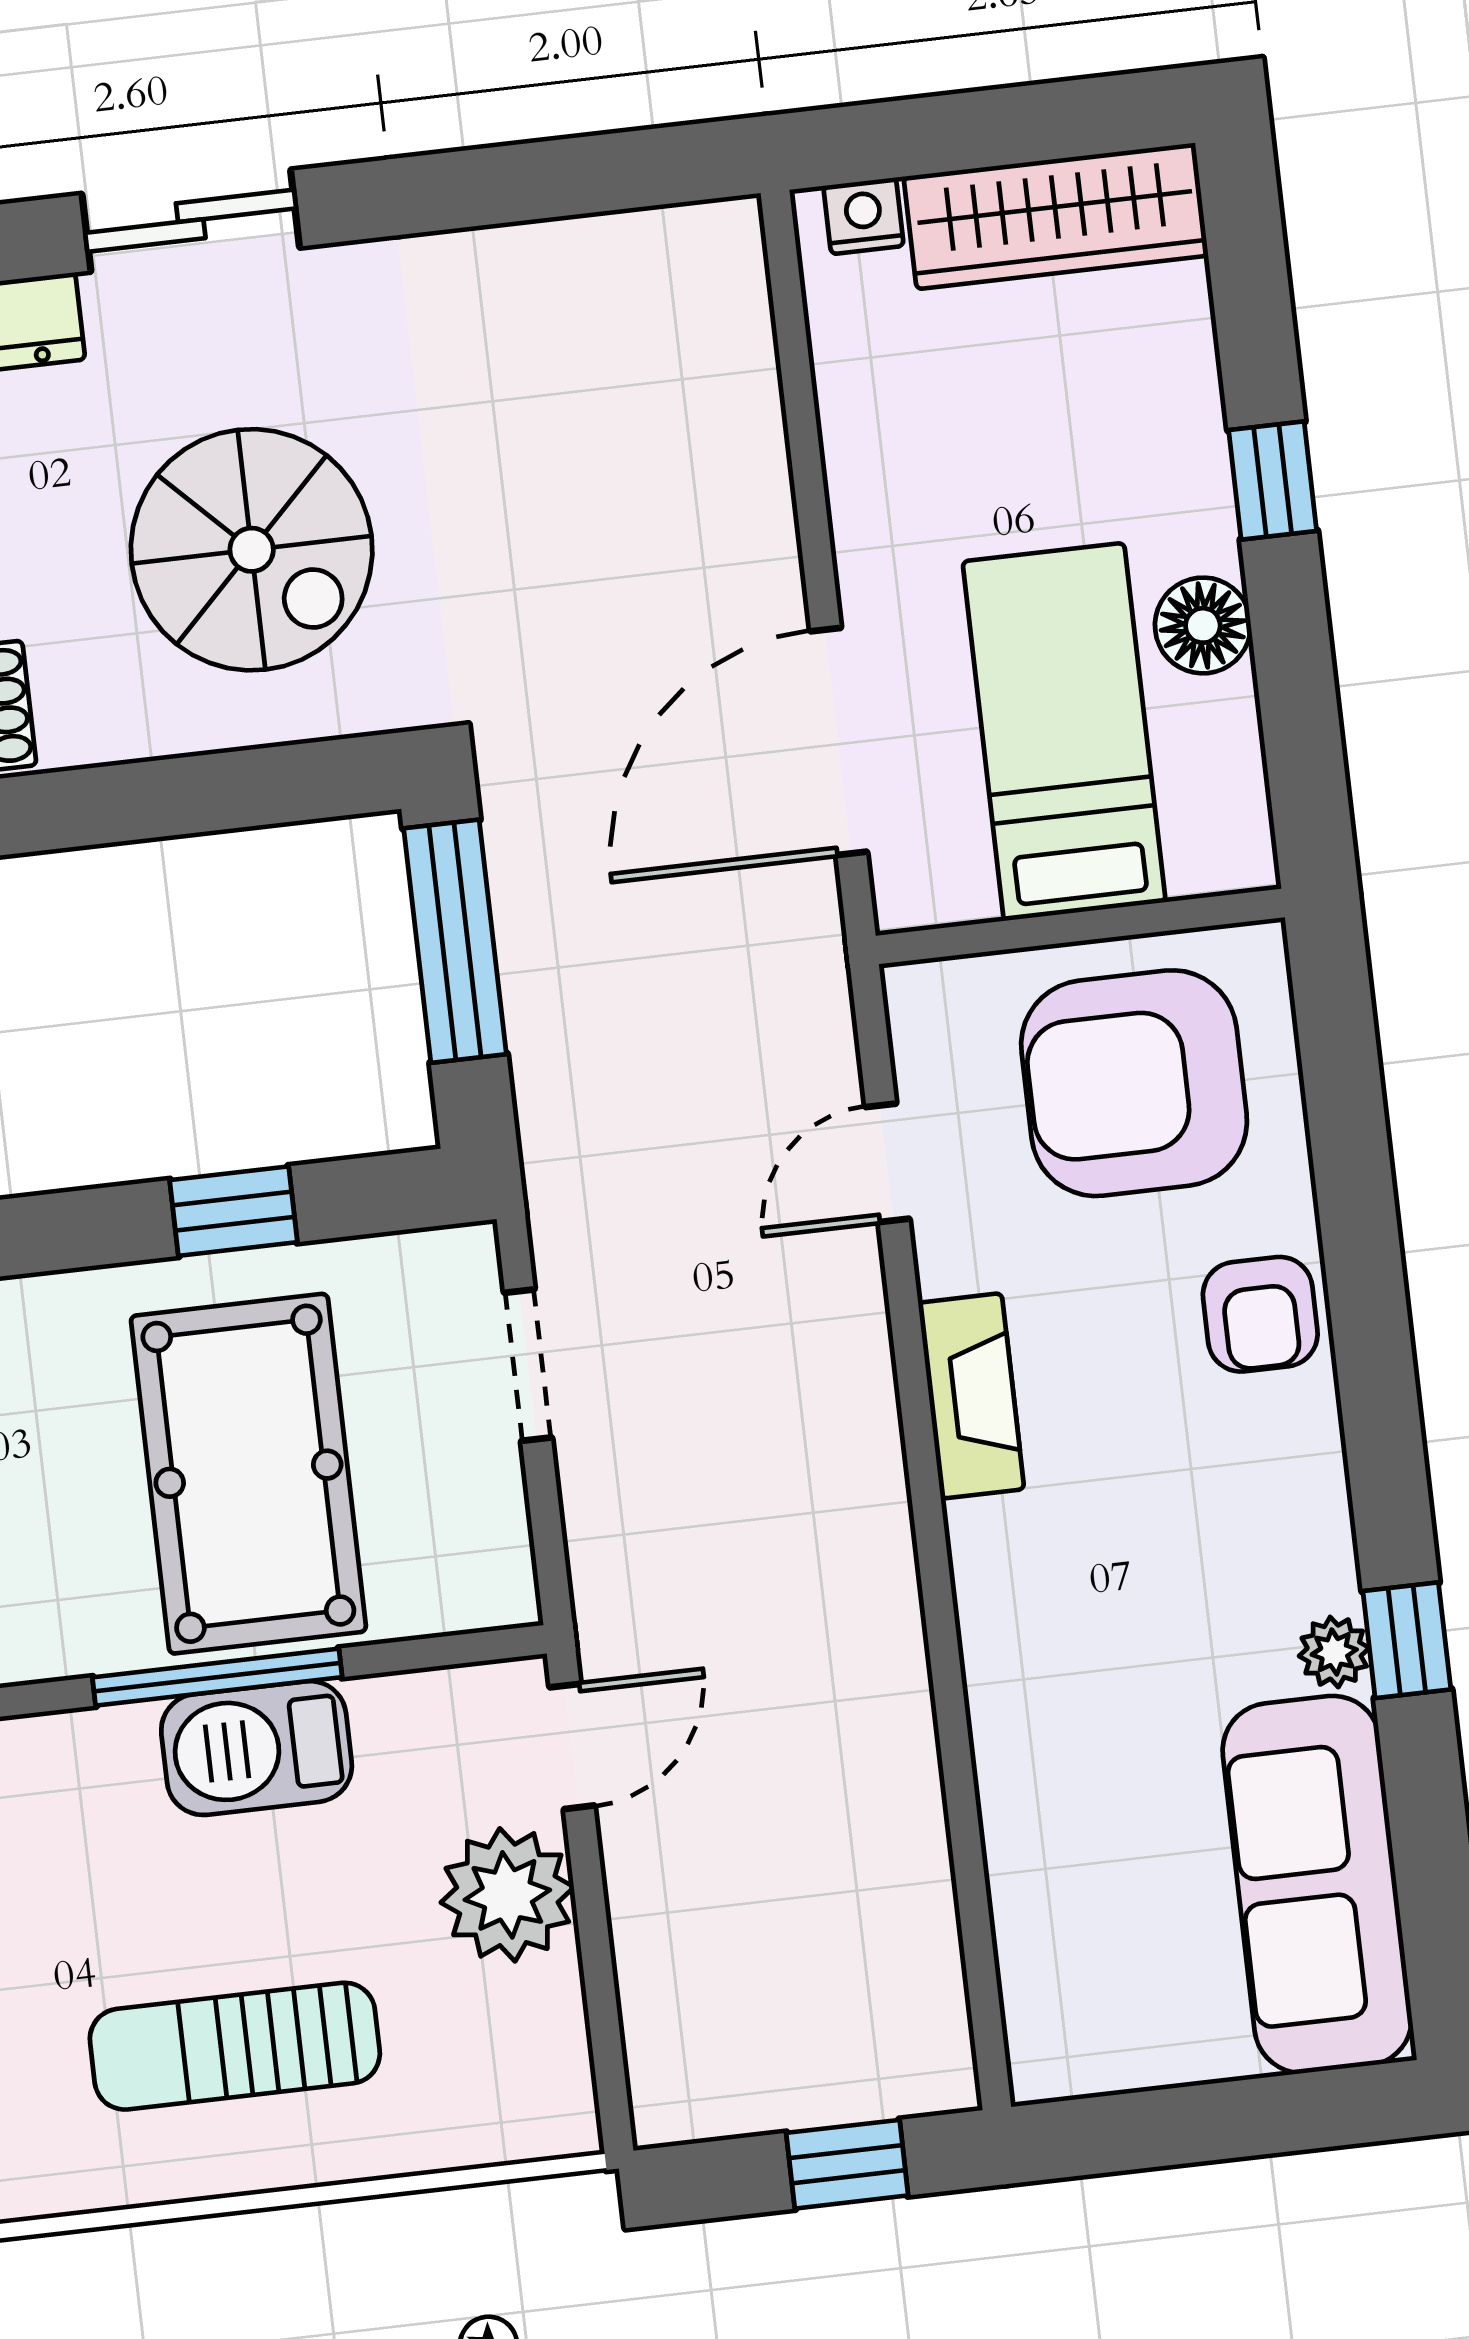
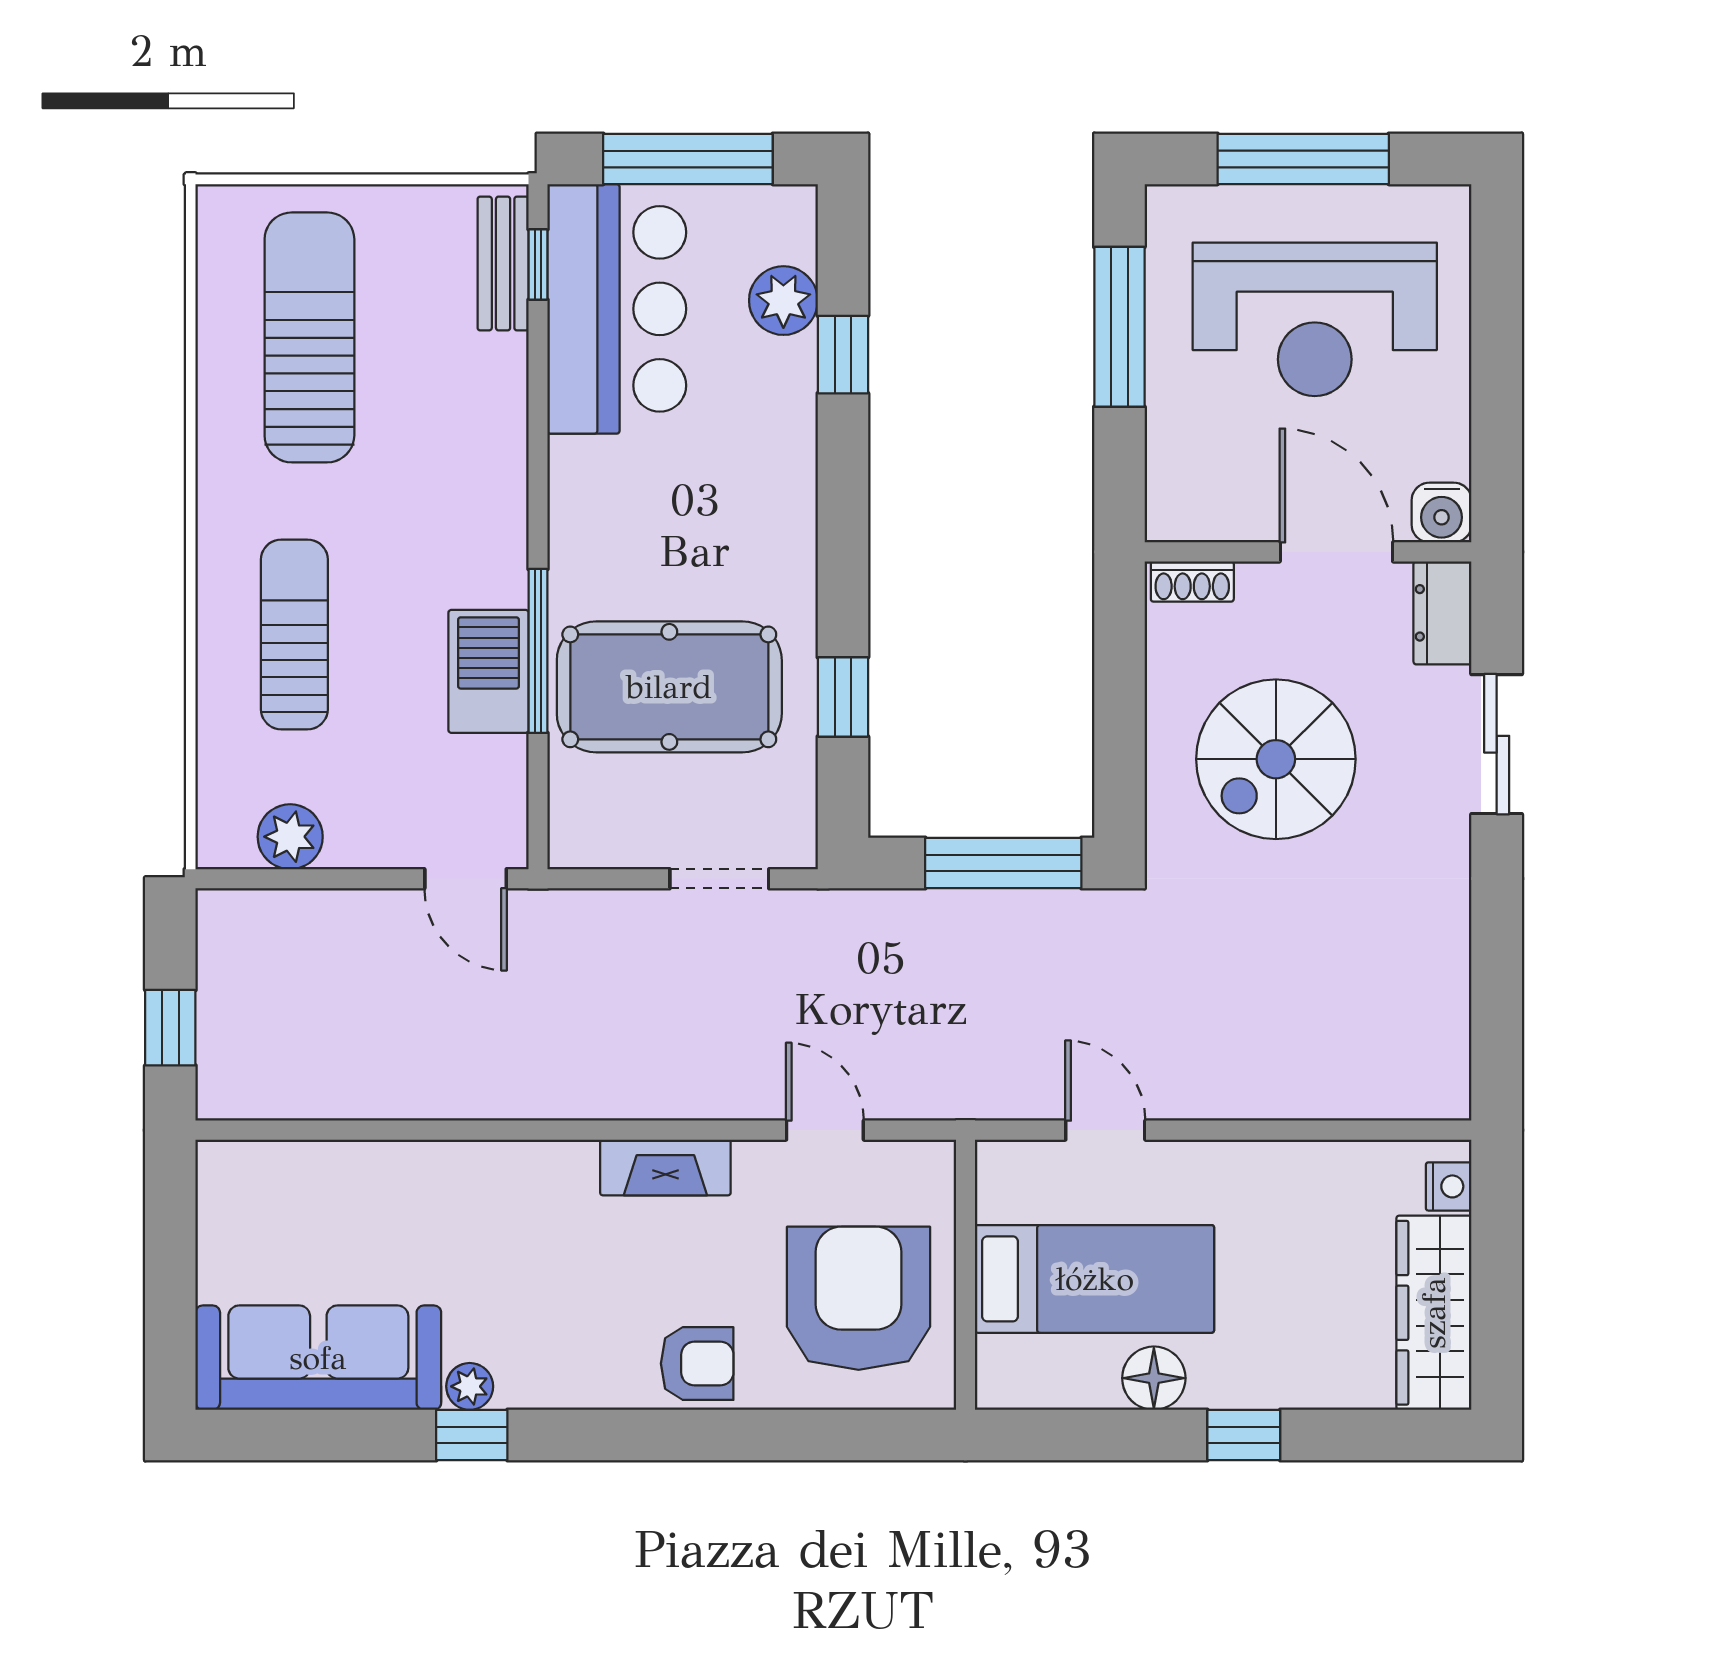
door: (839, 741) -> (1105, 1130), width x0.53
armchair: (1260, 1314) -> (697, 1364), turned 180
plant: (507, 1895) -> (290, 837), moved, width x0.73, depth x0.73

